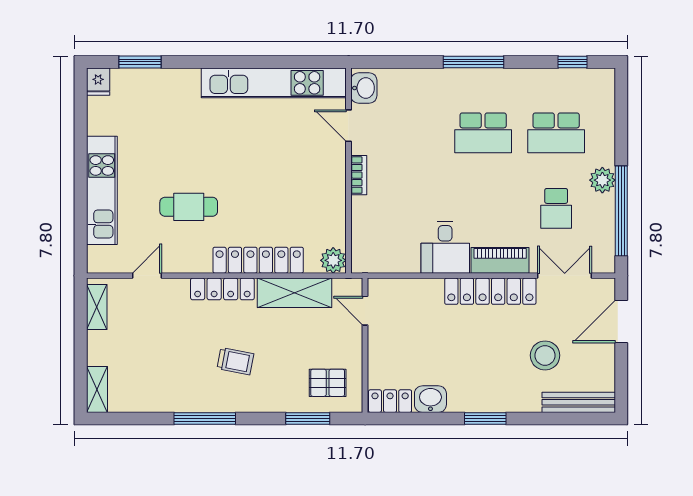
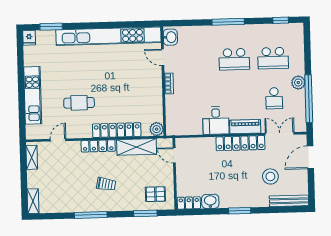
kitchen unit: (274, 83) -> (108, 36), width x1.36

